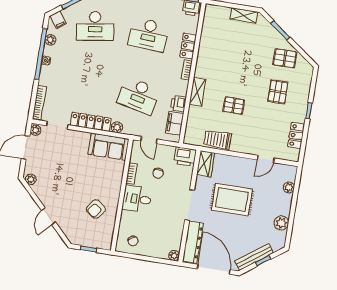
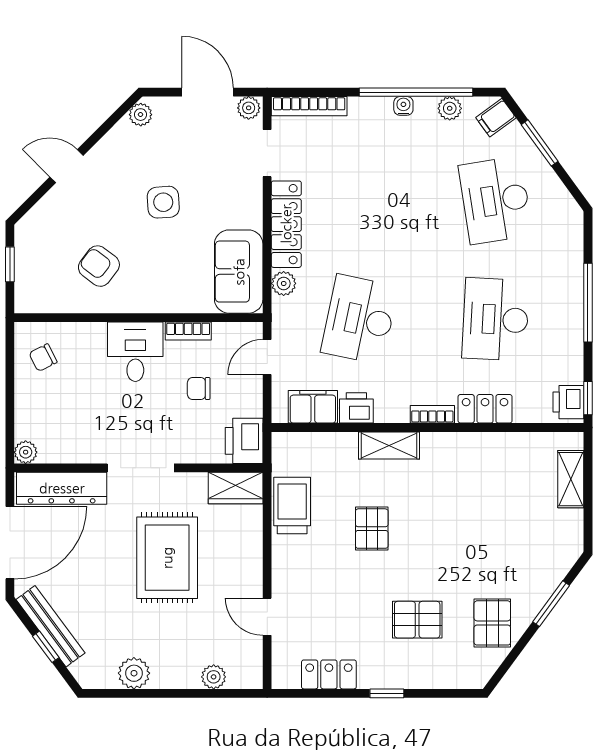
shelving: (244, 15) -> (571, 479), moved
side table: (72, 175) -> (163, 202), added

